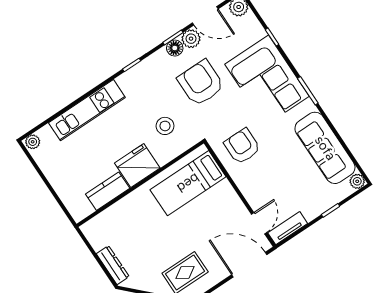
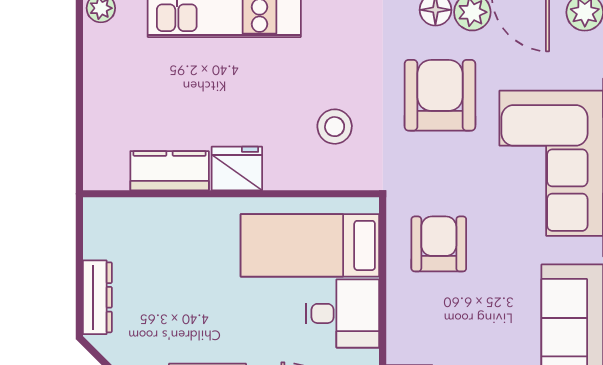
fridge: (137, 166) -> (237, 169), width x0.73, depth x0.75
desk: (221, 203) -> (342, 313), added

